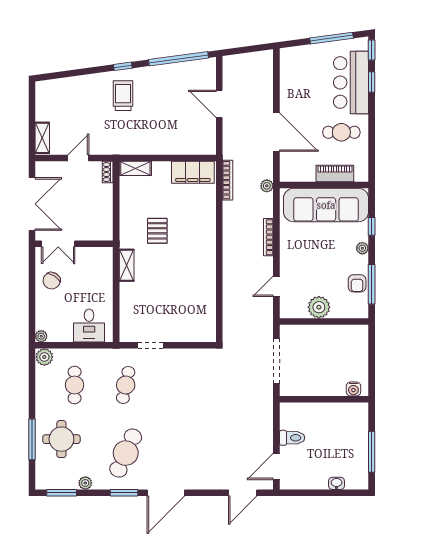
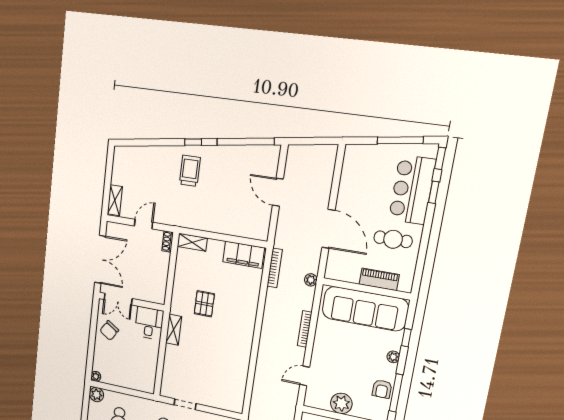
desk: (89, 326) -> (149, 323), moved, turned 180

